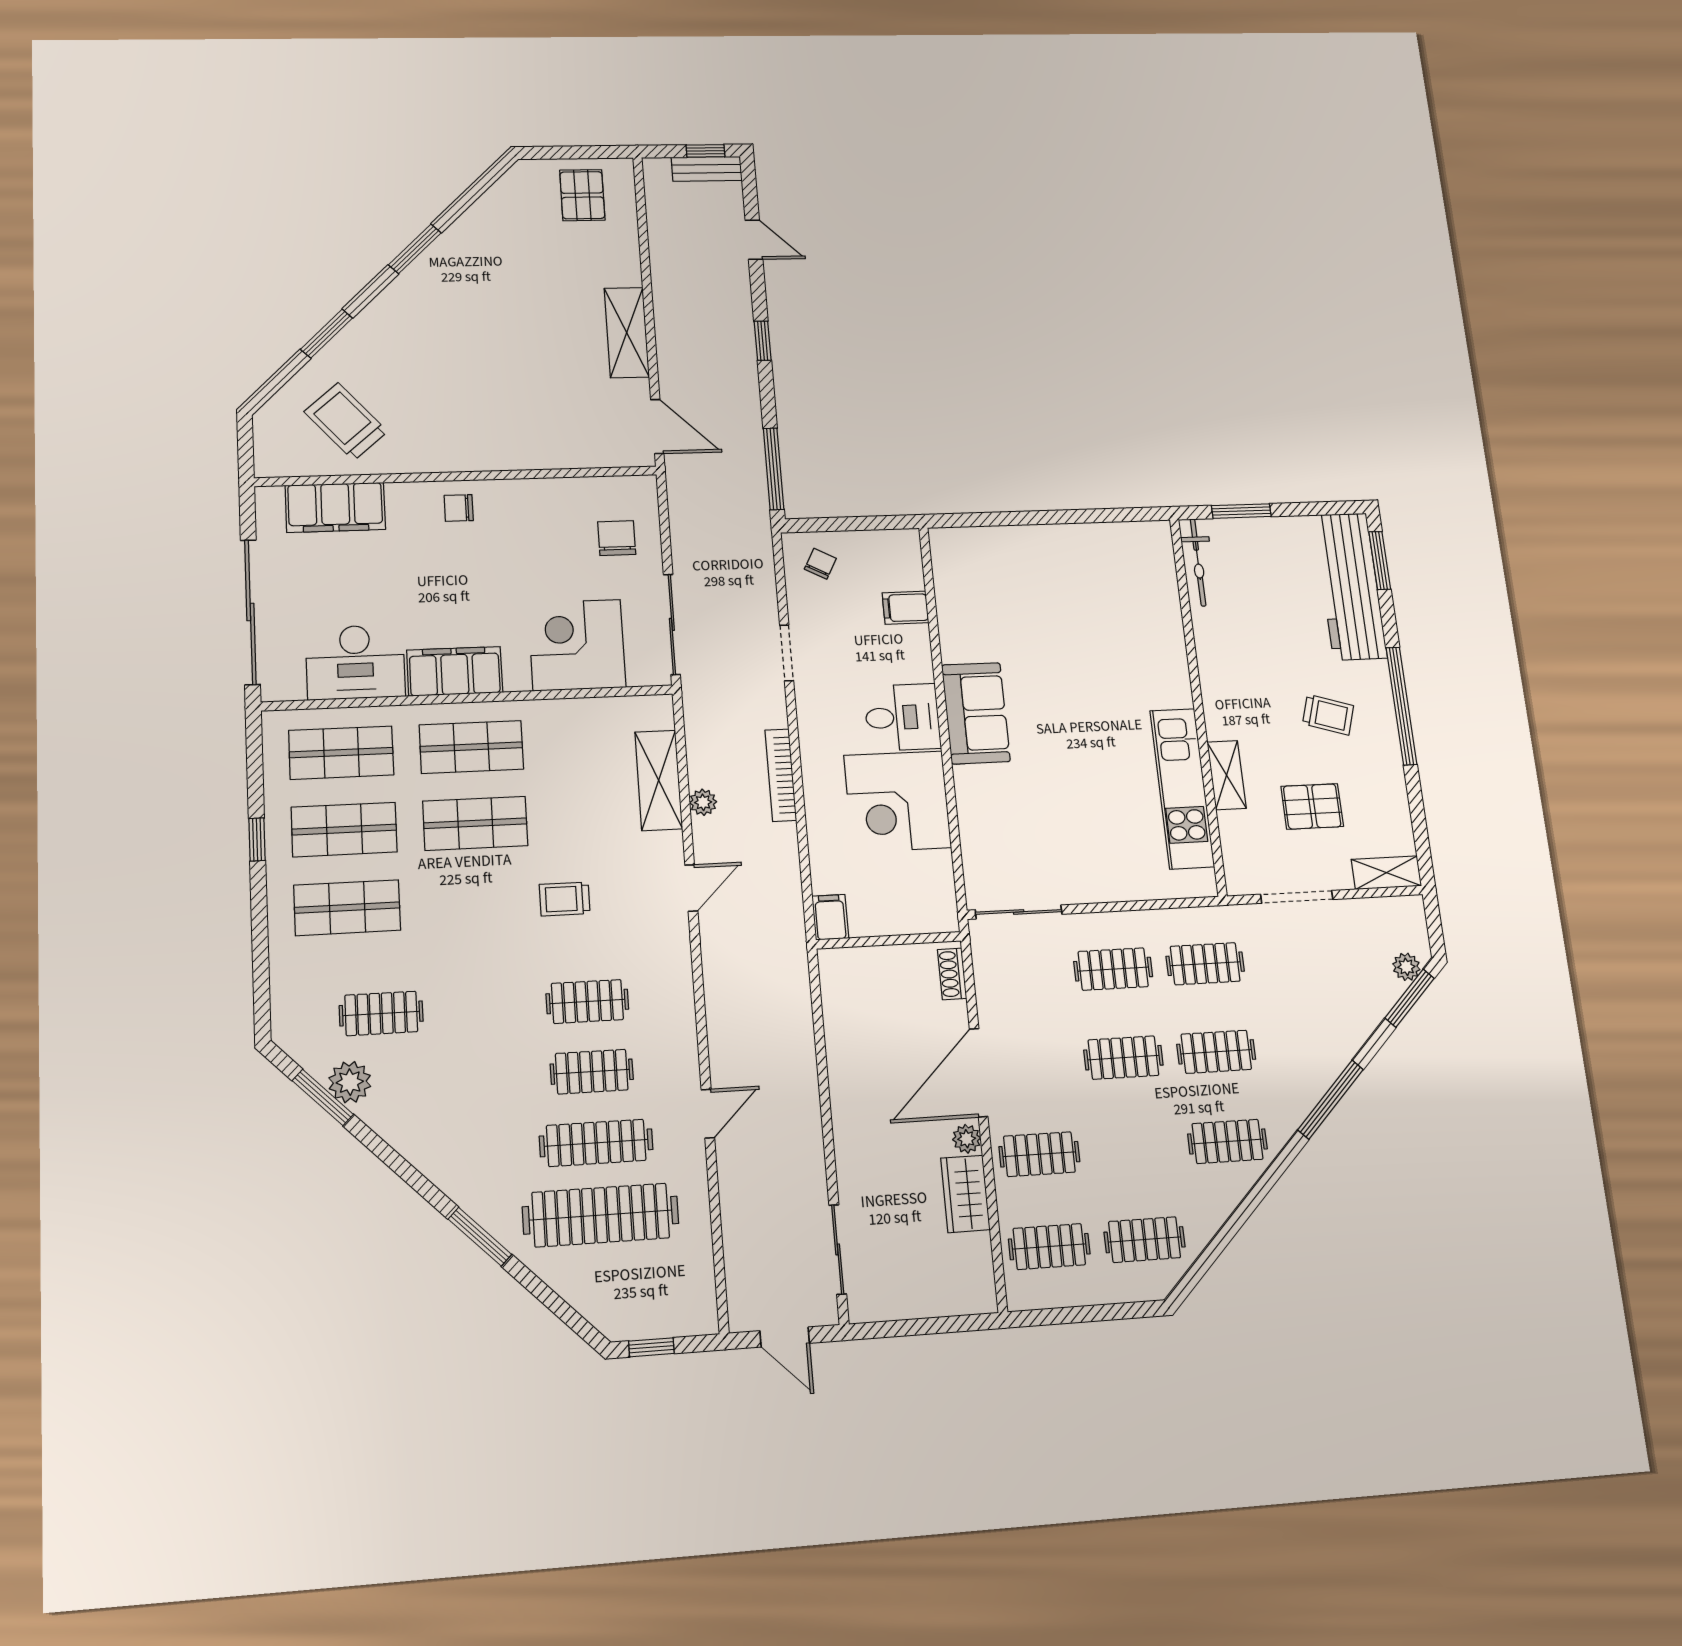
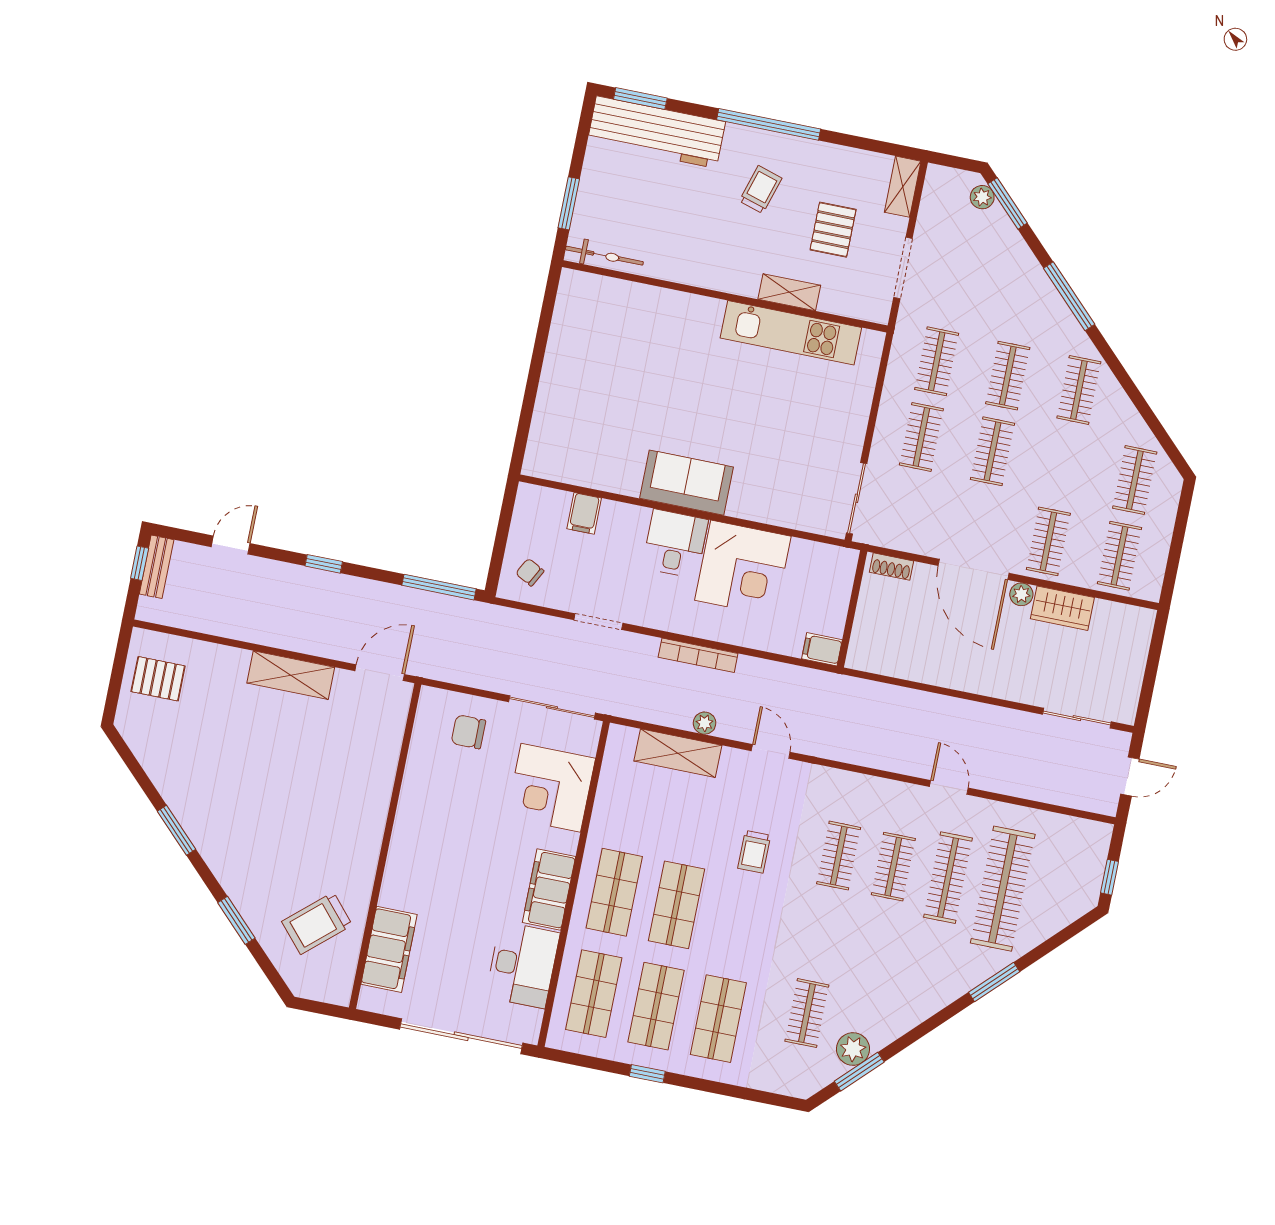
chair: (459, 508) -> (413, 852), removed

